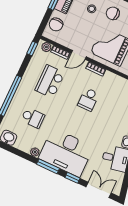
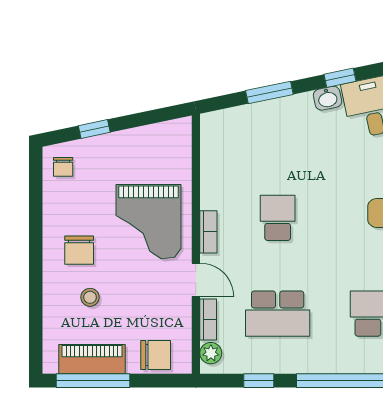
window: (32, 48) -> (259, 381), moved
school desk: (88, 99) -> (278, 218), turned -90

